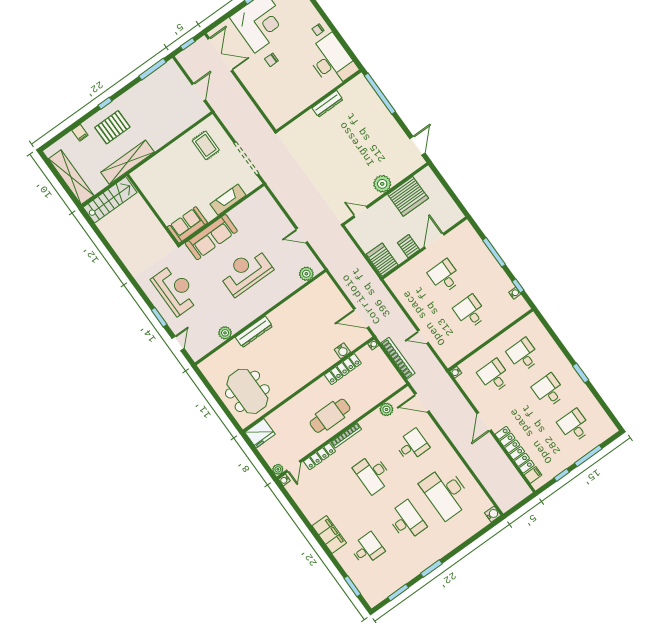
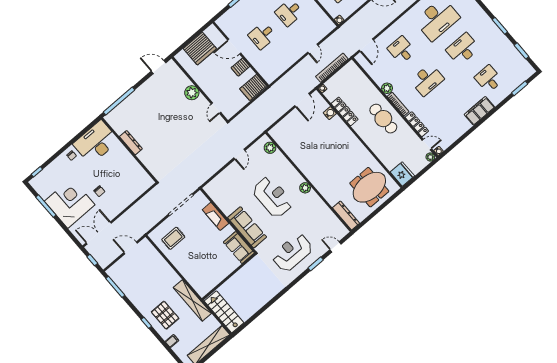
server rack: (408, 196) -> (200, 49), moved, turned 90
reception desk: (246, 272) -> (273, 197), turned 180
dresser: (254, 332) -> (346, 215), moved
plant: (225, 333) -> (305, 188), moved
plant: (386, 409) -> (387, 88), moved

